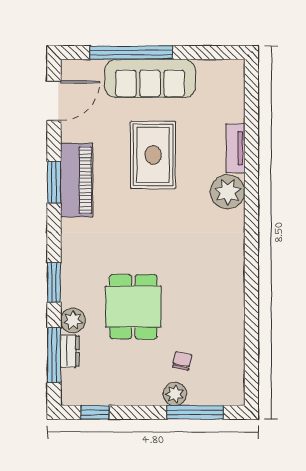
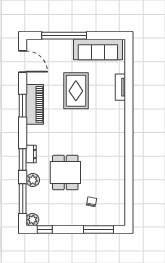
sofa: (150, 78) -> (98, 50), moved
door: (54, 101) -> (23, 62), hinge flipped
plant: (228, 192) -> (116, 111), removed
dresser: (70, 351) -> (31, 154), moved
plant: (175, 394) -> (32, 220), moved

